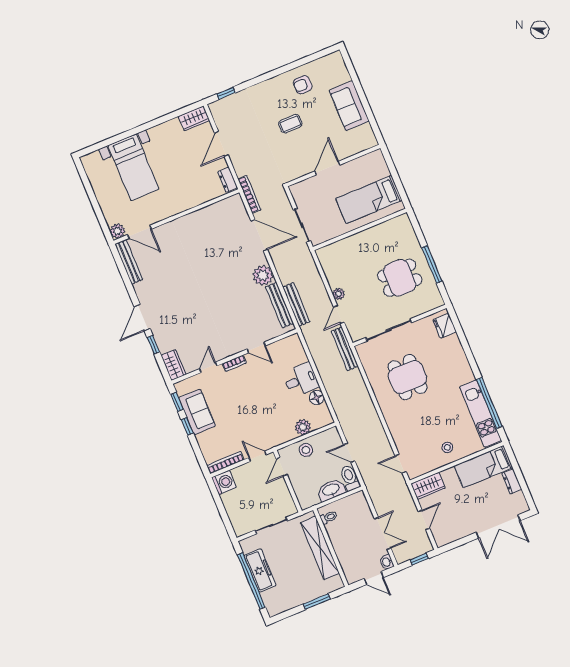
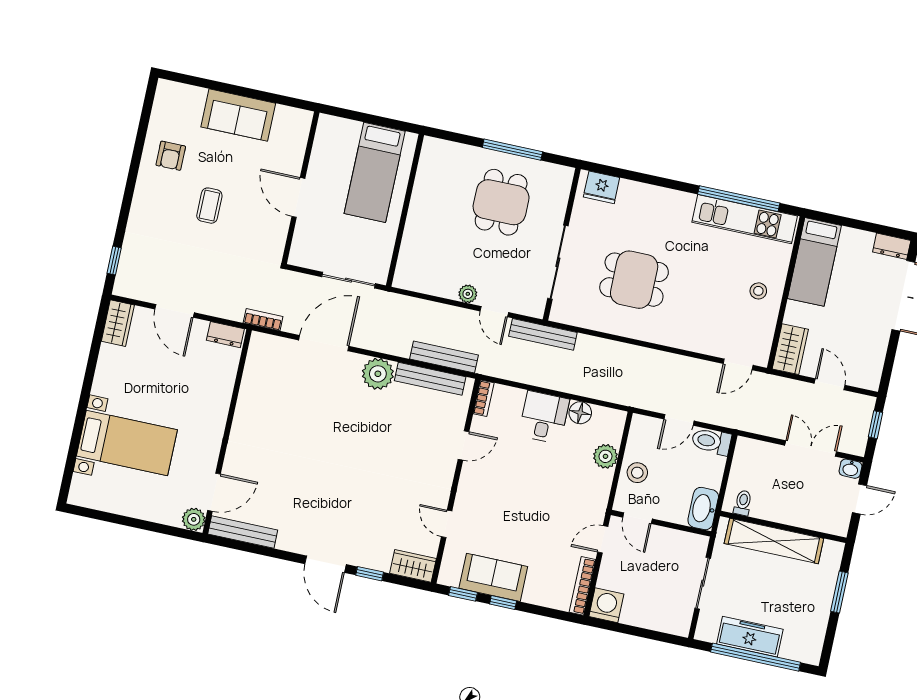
bookcase: (249, 194) -> (263, 320), width x0.64
bookcase: (234, 363) -> (484, 398), moved
dresser: (512, 481) -> (892, 246), moved
washbasin: (331, 490) -> (703, 509), moved

